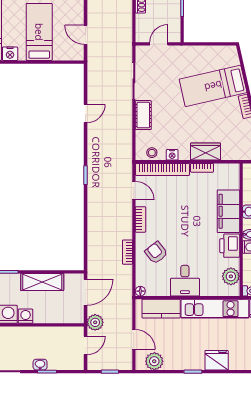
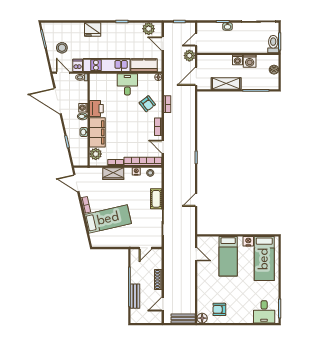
plant: (231, 276) -> (96, 154), moved
fridge: (217, 360) -> (93, 29), moved

